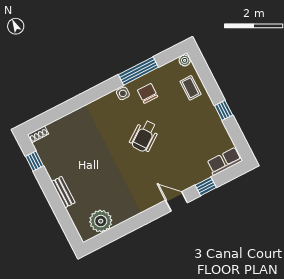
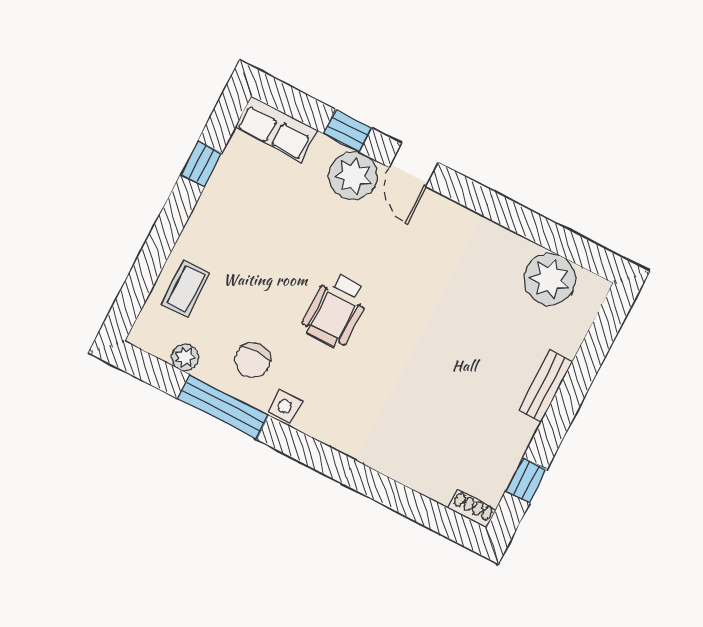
plant: (185, 60) -> (185, 357), moved
window: (224, 110) -> (201, 164), moved
wheelchair: (144, 136) -> (335, 310), turned 126
plant: (188, 177) -> (353, 176), added

